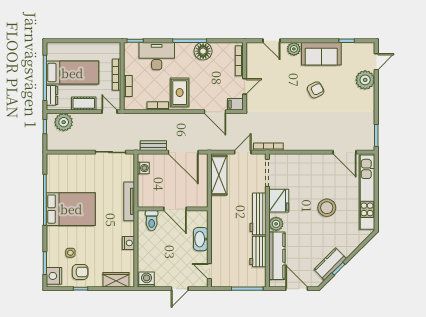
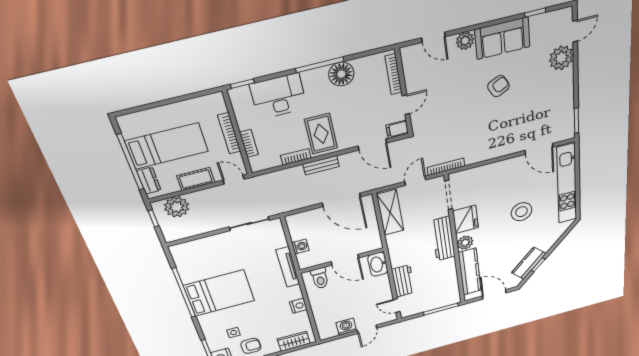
bench: (153, 146) -> (321, 165), moved
washing machine: (143, 168) -> (300, 246), moved
washbasin: (201, 239) -> (378, 264), moved
workbench: (258, 252) -> (403, 281), moved, turned 180
washing machine: (147, 279) -> (346, 327), moved

